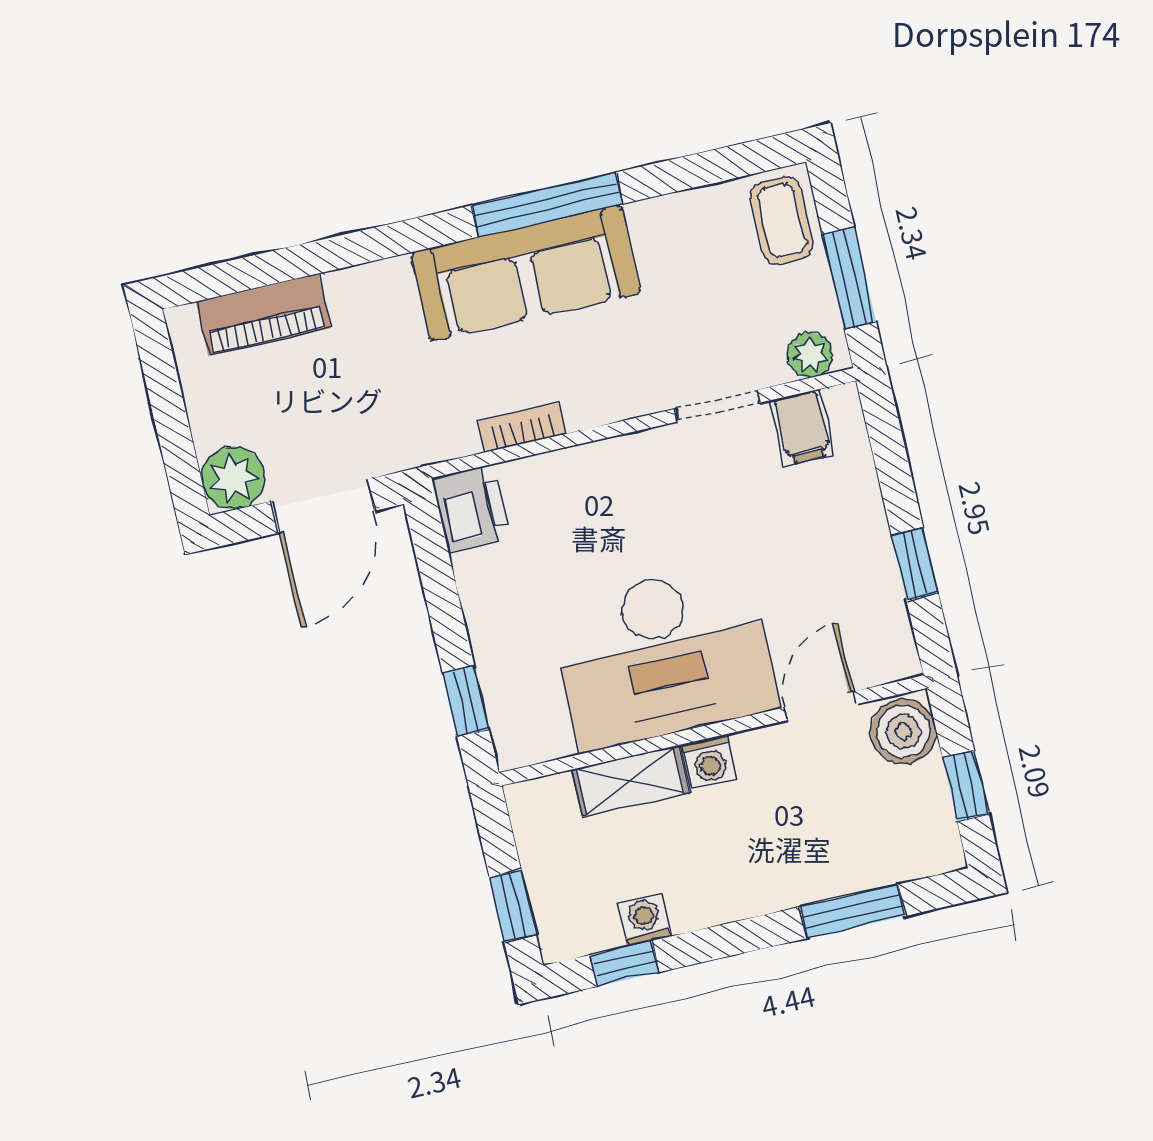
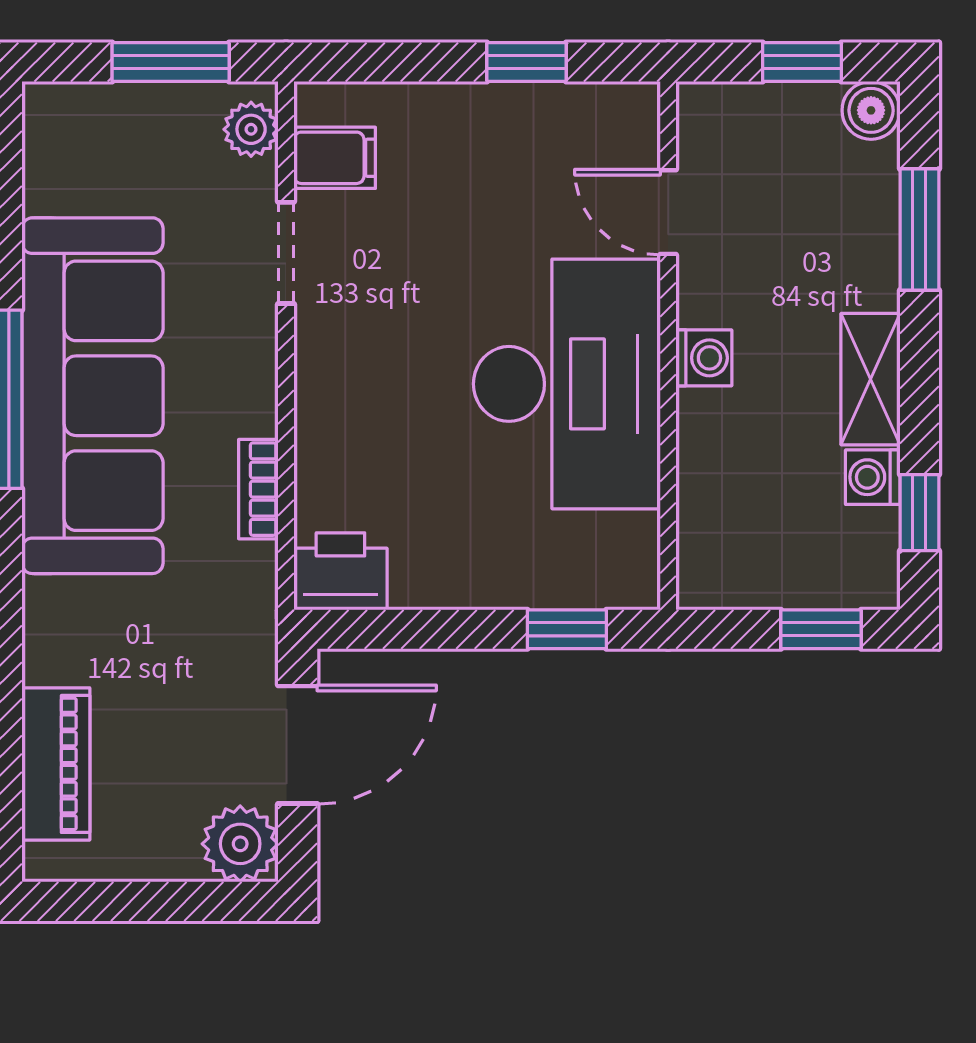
coffee table: (782, 220) -> (84, 126), removed
sofa: (526, 273) -> (92, 396), width x1.36, depth x1.27
door: (323, 506) -> (298, 745), hinge flipped
boiler: (903, 732) -> (871, 110), moved, width x0.73, depth x0.73
shelving: (630, 781) -> (870, 379), moved

